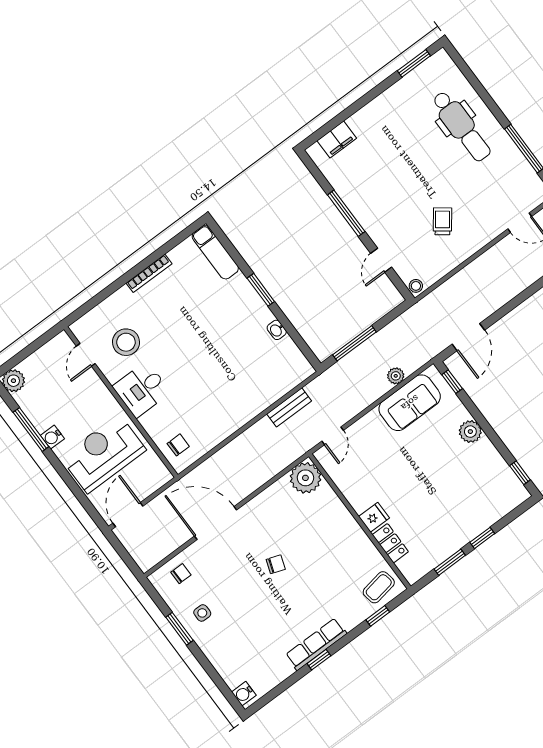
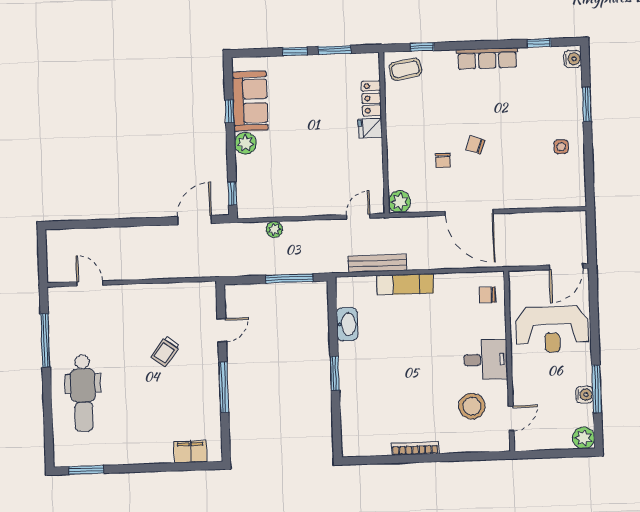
dental chair: (461, 126) -> (83, 393), turned 180
trolley: (443, 221) -> (165, 351), moved
exam couch: (215, 252) -> (405, 284), moved, turned 90
stool: (416, 286) -> (208, 290), removed
washbasin: (277, 330) -> (347, 324), width x1.91, depth x1.45
sofa: (410, 403) -> (250, 101), moved, turned 90
bench: (289, 407) -> (377, 263), width x1.36
water cooler: (52, 437) -> (584, 395), moved
window: (520, 473) -> (229, 111), moved
plant: (305, 478) -> (399, 202), width x0.73, depth x0.73
door: (216, 523) -> (469, 212), moved
chair: (181, 574) -> (443, 160), moved, turned -90
window: (179, 629) -> (587, 104), moved
window: (319, 660) -> (539, 43), moved

